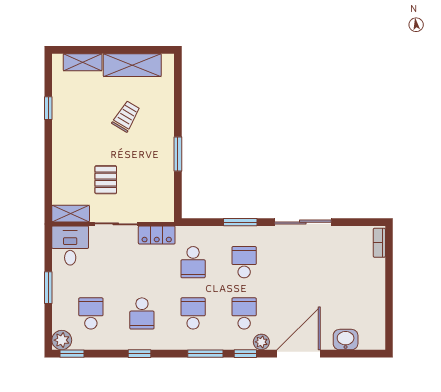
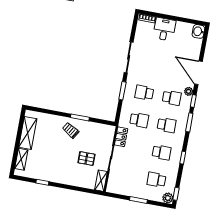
trolley: (126, 116) -> (71, 130), moved
desk: (70, 245) -> (164, 29), moved, turned 90
school desk: (193, 313) -> (167, 125), turned 180
school desk: (244, 313) -> (172, 98), turned 180
washbasin: (346, 340) -> (198, 31), moved

